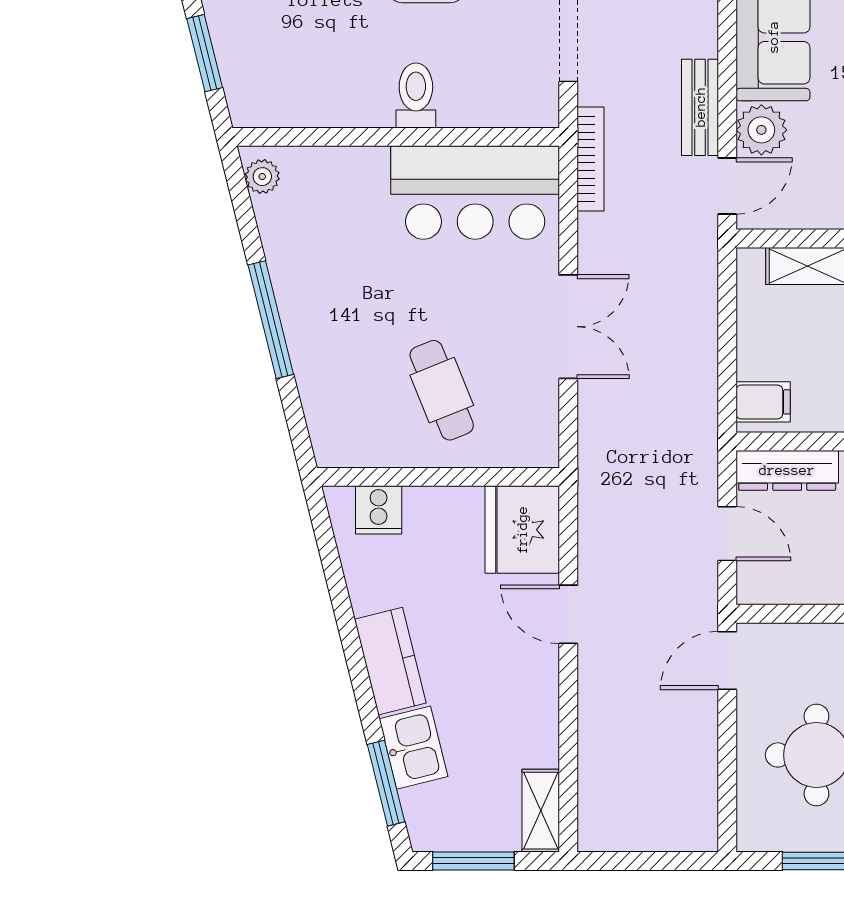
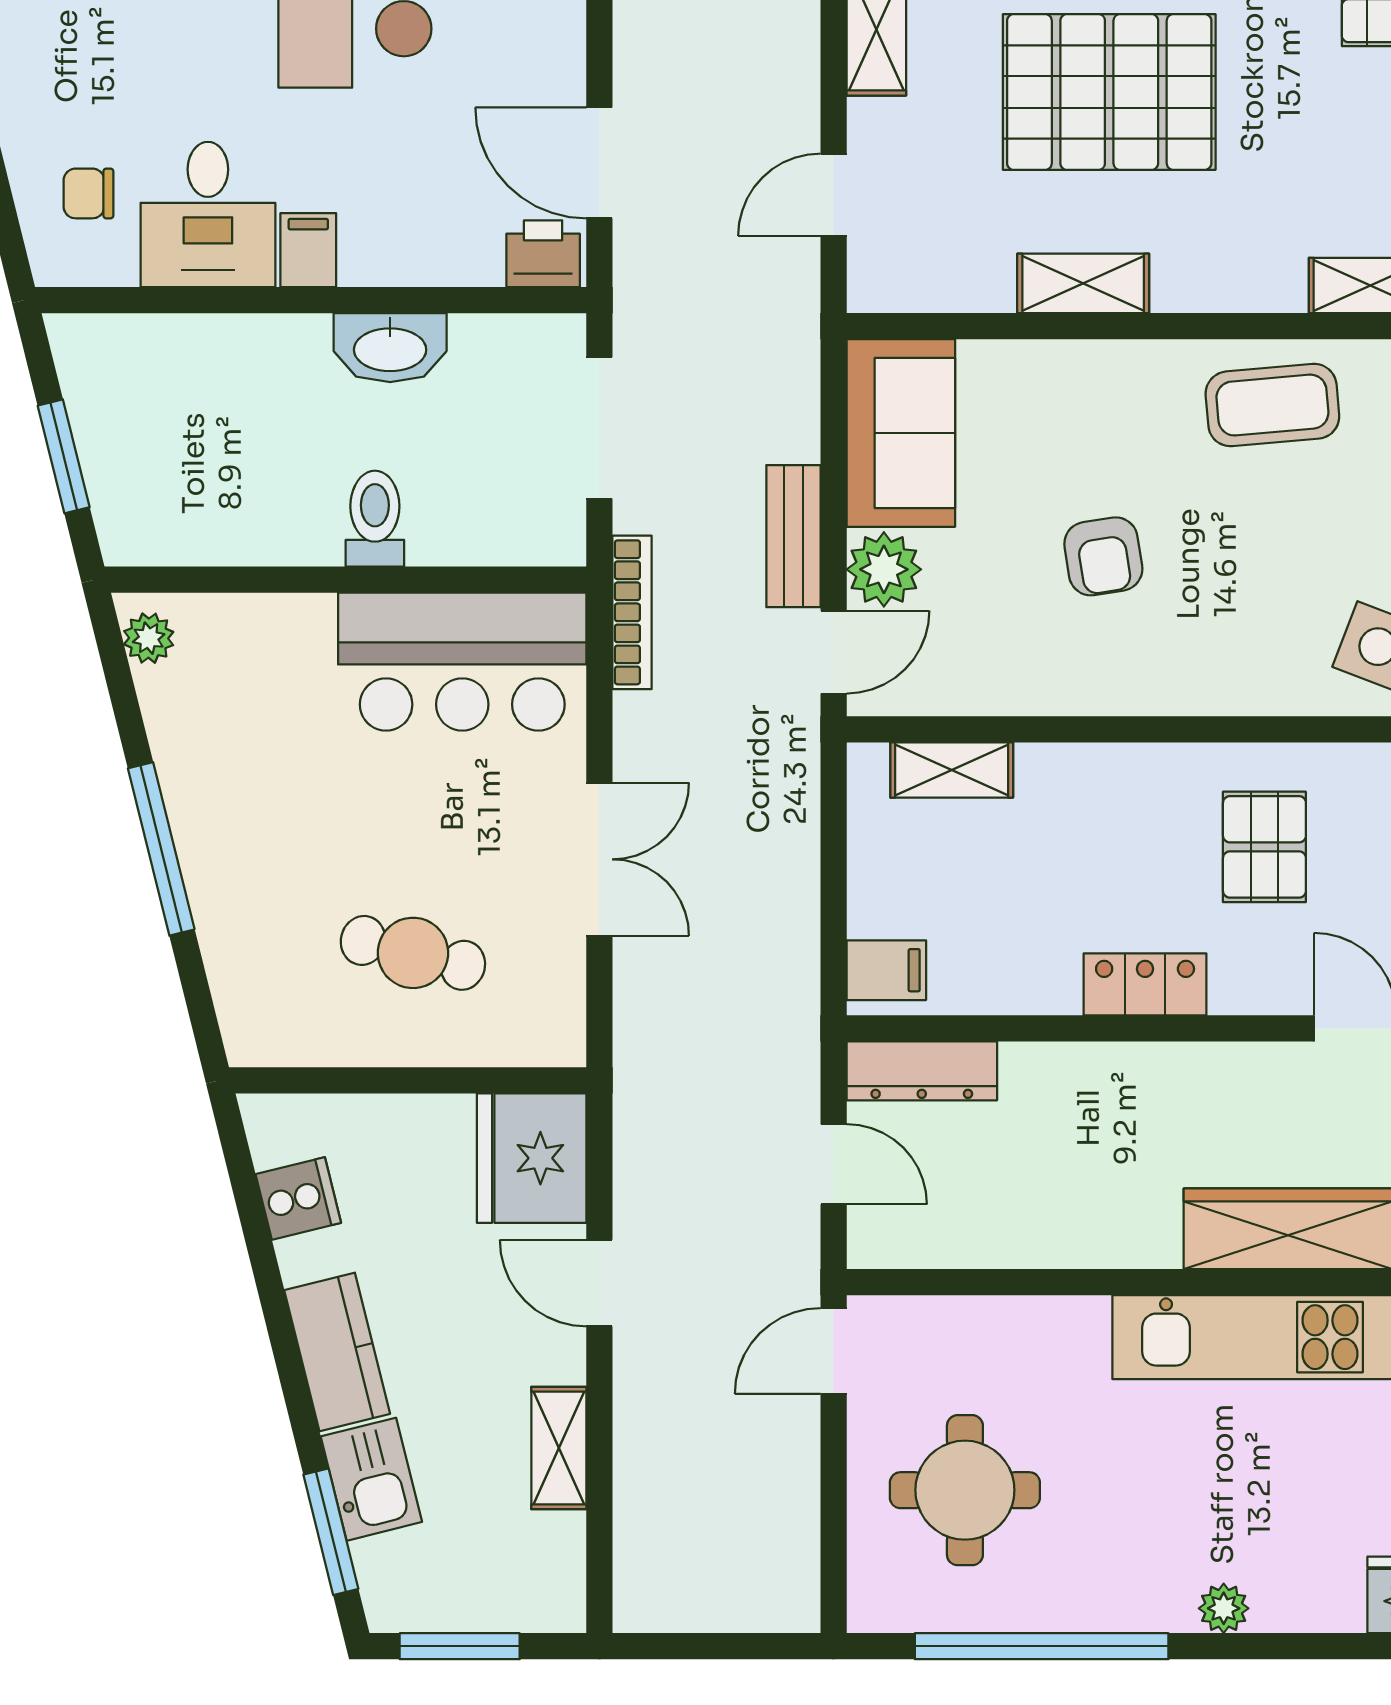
cafe table: (442, 390) -> (413, 953), turned -54
cooker: (379, 510) -> (298, 1198), moved, turned -104
shelving: (541, 811) -> (559, 1448), moved

